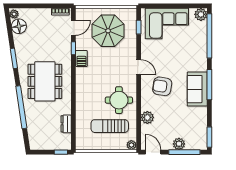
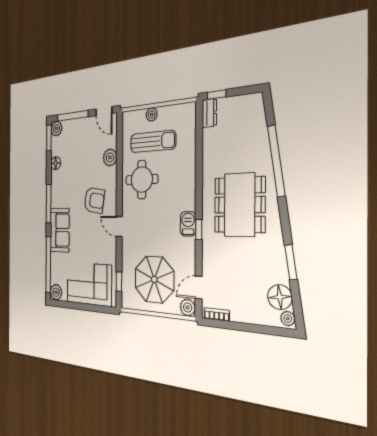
plant: (82, 14) -> (188, 307), added
window: (73, 48) -> (199, 229), moved
window: (14, 58) -> (291, 262), moved
barbecue: (81, 59) -> (188, 224), moved
sofa: (197, 89) -> (60, 230), moved
floor lamp: (202, 116) -> (56, 163), added
dresser: (66, 124) -> (209, 113), moved
plant: (179, 144) -> (57, 129), moved
plant: (131, 145) -> (152, 114), moved

